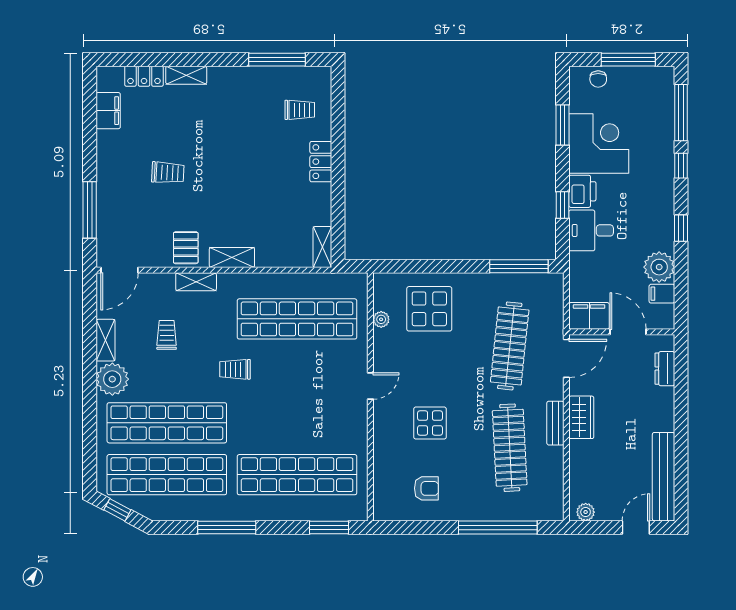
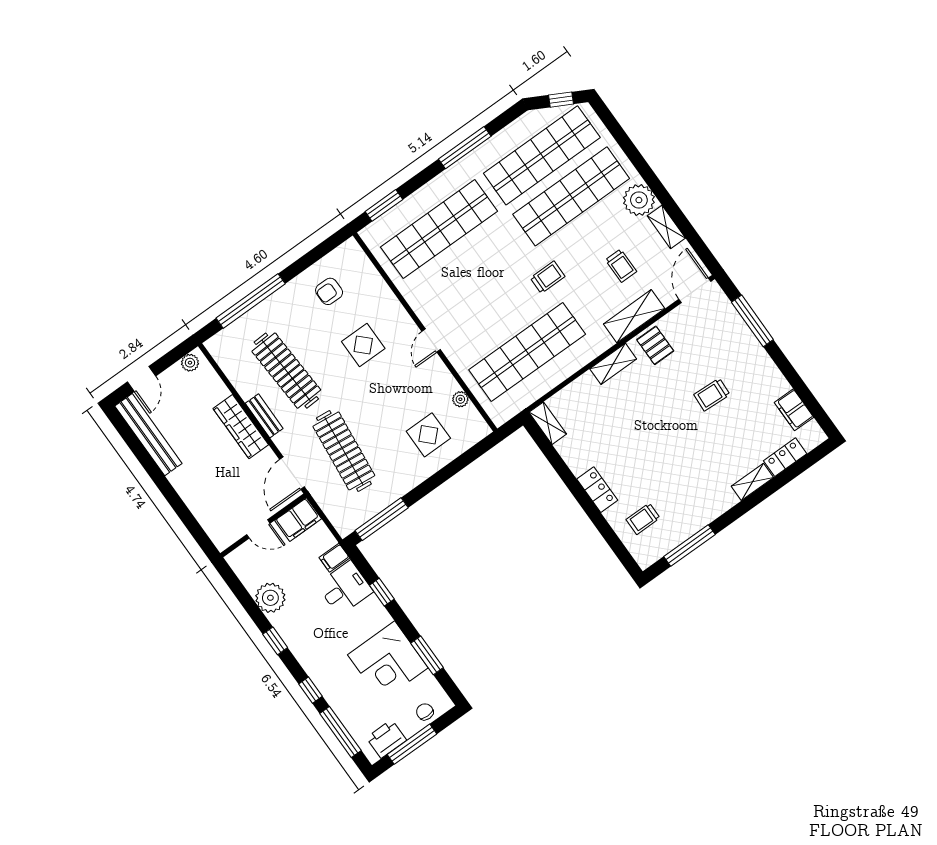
printer: (582, 191) -> (386, 739), moved, turned 90
shelving: (196, 282) -> (634, 316), width x1.50, depth x1.33
filing cabinet: (662, 294) -> (334, 558), moved, turned 180
display table: (429, 309) -> (428, 435), width x0.73, depth x0.73
door: (628, 332) -> (258, 529), width x0.73
dresser: (665, 369) -> (208, 521), removed
wardrobe: (581, 417) -> (241, 427), width x1.50

